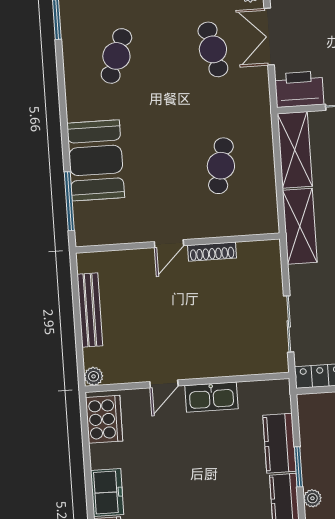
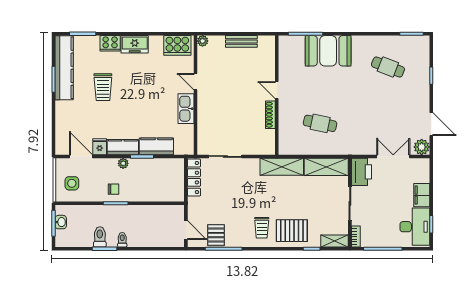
cafe table: (213, 49) -> (388, 123), removed
bench: (90, 310) -> (241, 41), width x0.73

